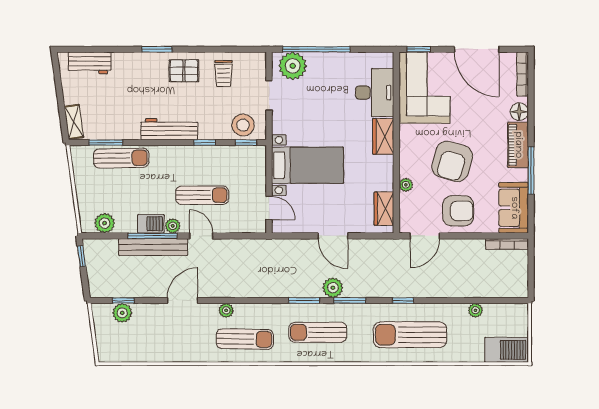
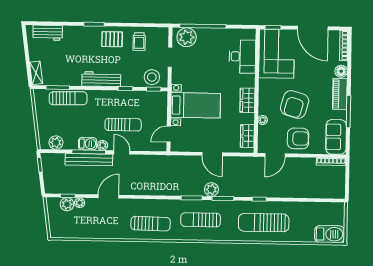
wardrobe: (383, 136) -> (247, 100), moved
door: (269, 208) -> (169, 134), swing flipped
plant: (226, 310) -> (80, 203), moved
plant: (475, 310) -> (309, 207), removed

